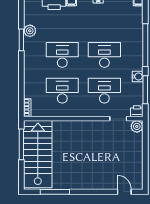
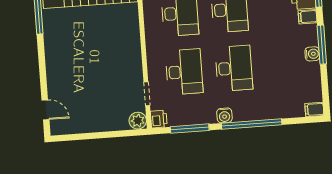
water cooler: (138, 77) -> (224, 115), moved
door: (124, 192) -> (45, 110), hinge flipped

